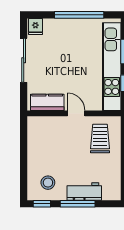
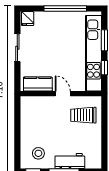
sliding door: (24, 60) -> (17, 48), width x0.73
trolley: (100, 138) -> (83, 115), turned -90

